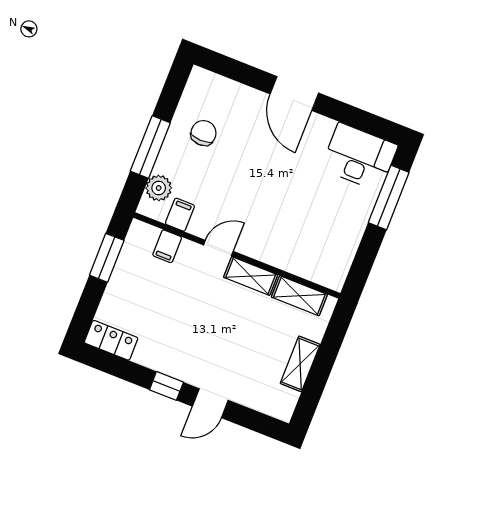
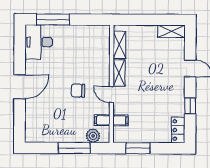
chair: (204, 133) -> (78, 91), moved
shelving: (300, 364) -> (171, 31), moved
window: (166, 386) -> (190, 106), moved

